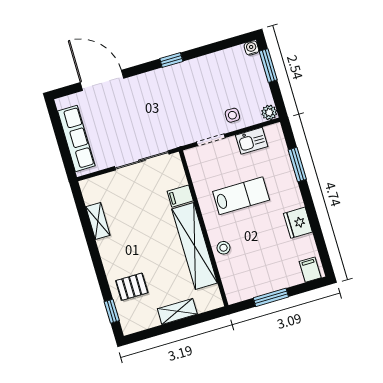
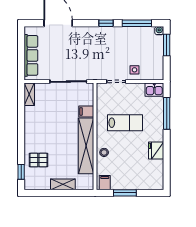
window: (216, 47) -> (137, 23), added
plant: (269, 112) -> (158, 75), removed
kitchen sink: (252, 141) -> (154, 90), moved
window: (297, 165) -> (167, 113), width x1.44
shelving: (98, 221) -> (29, 94), moved
filing cabinet: (310, 270) -> (105, 183), moved

